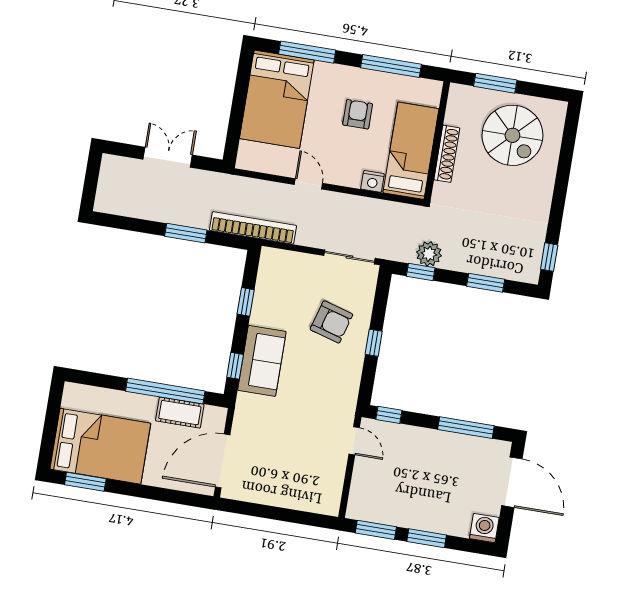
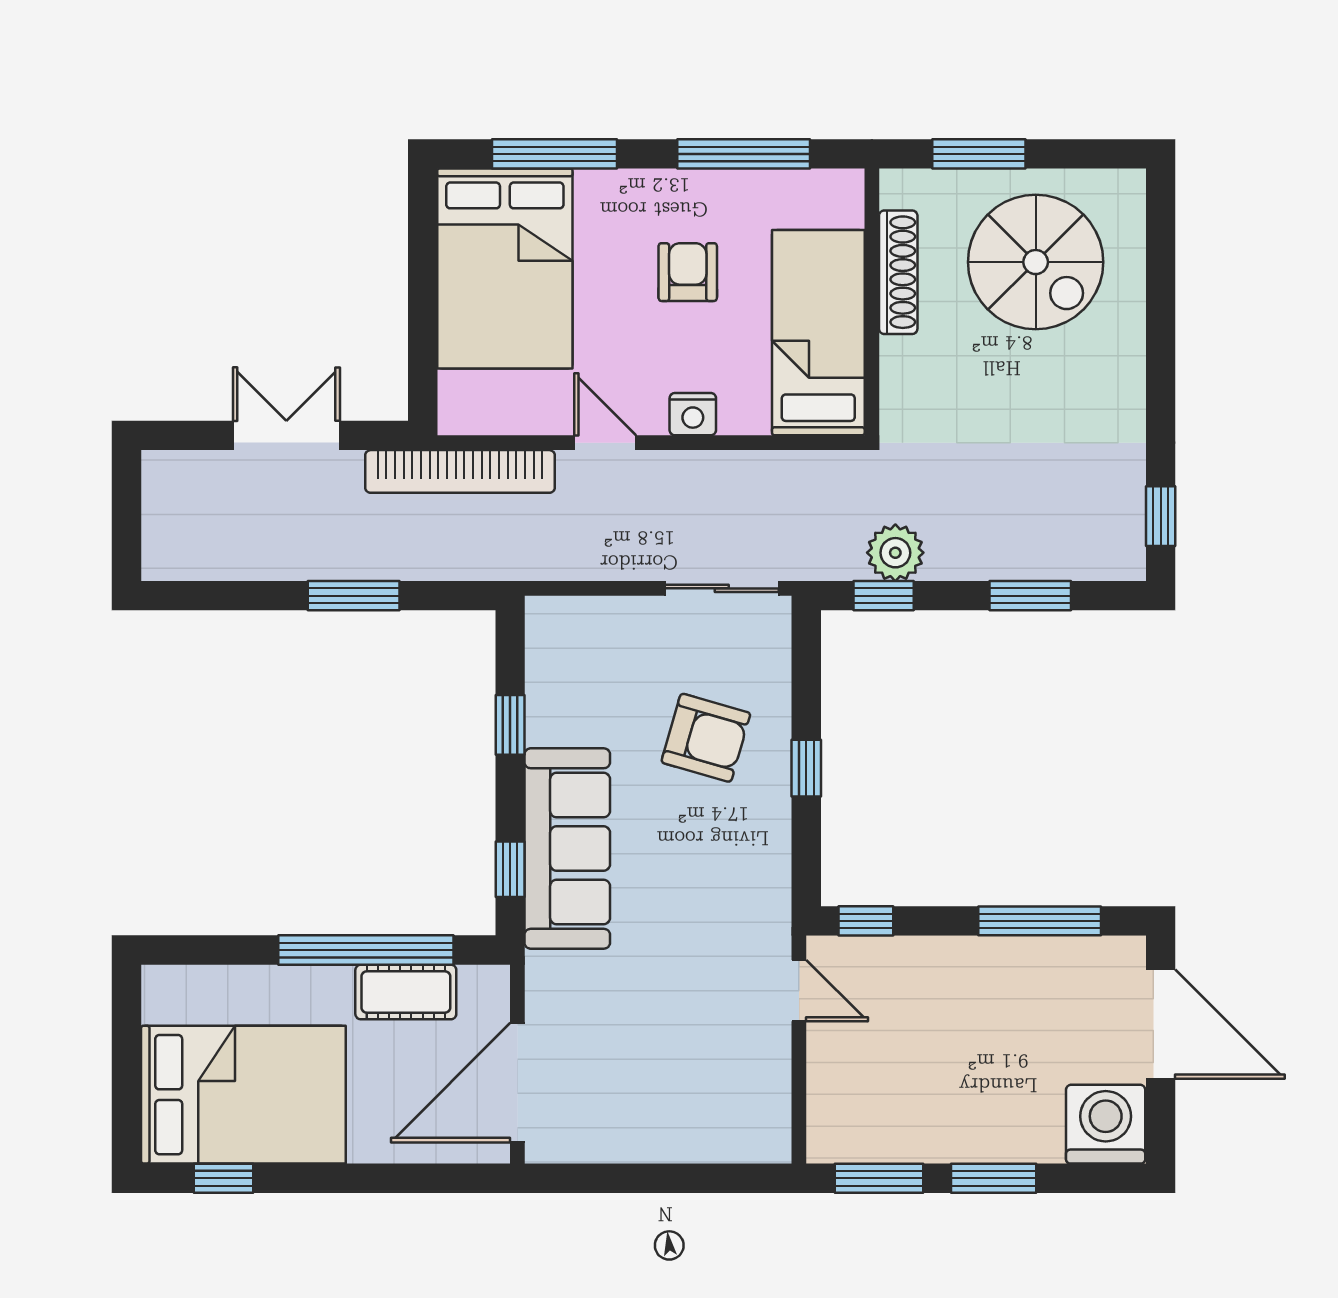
shoe rack: (447, 154) -> (898, 272), moved
nightstand: (373, 181) -> (693, 414), moved
bookcase: (253, 228) -> (460, 471), moved, turned 180
sofa: (262, 361) -> (567, 849), width x1.36
window: (85, 482) -> (223, 1178), width x0.67
washing machine: (484, 528) -> (1106, 1124), width x1.37, depth x1.37

